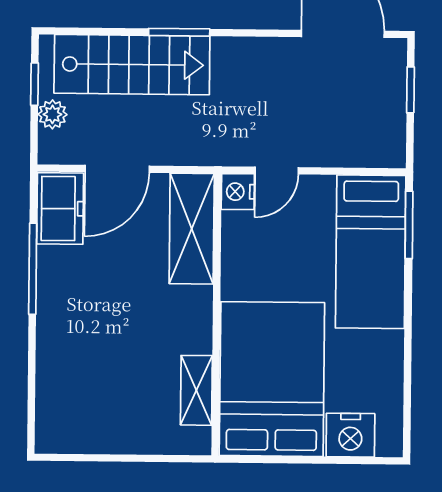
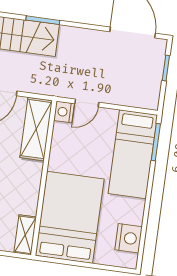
shelving: (196, 390) -> (25, 235), moved
nightstand: (350, 435) -> (128, 238), moved, turned -90

